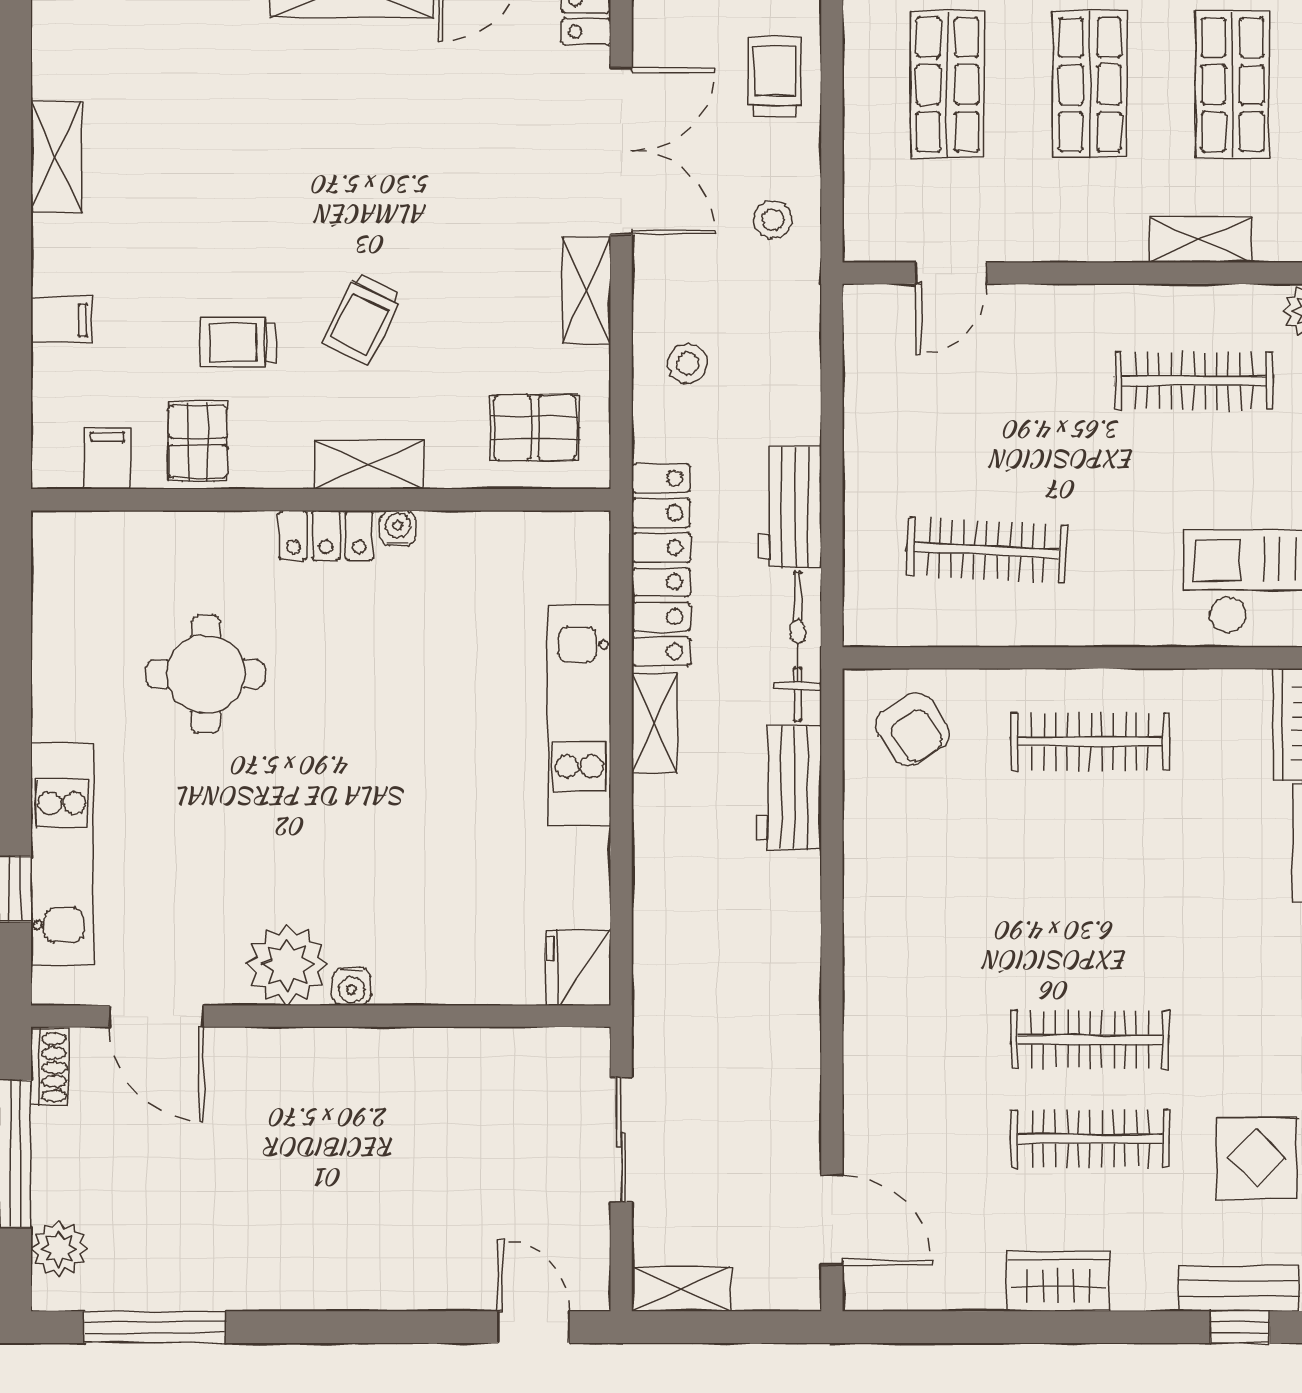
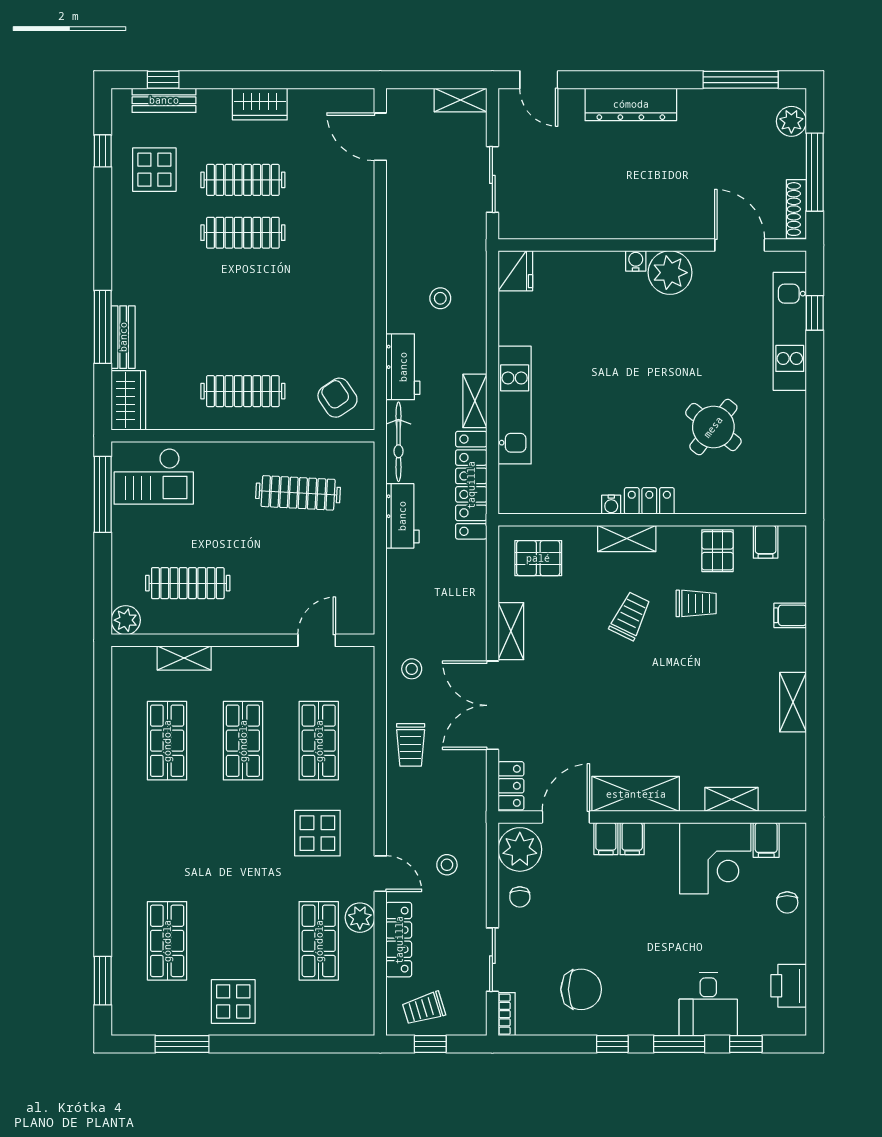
stool: (687, 363) -> (440, 298), moved
round table: (206, 674) -> (713, 427), turned 38
shoe rack: (50, 1067) -> (796, 209), width x1.43
dresser: (361, 1281) -> (631, 104), added

